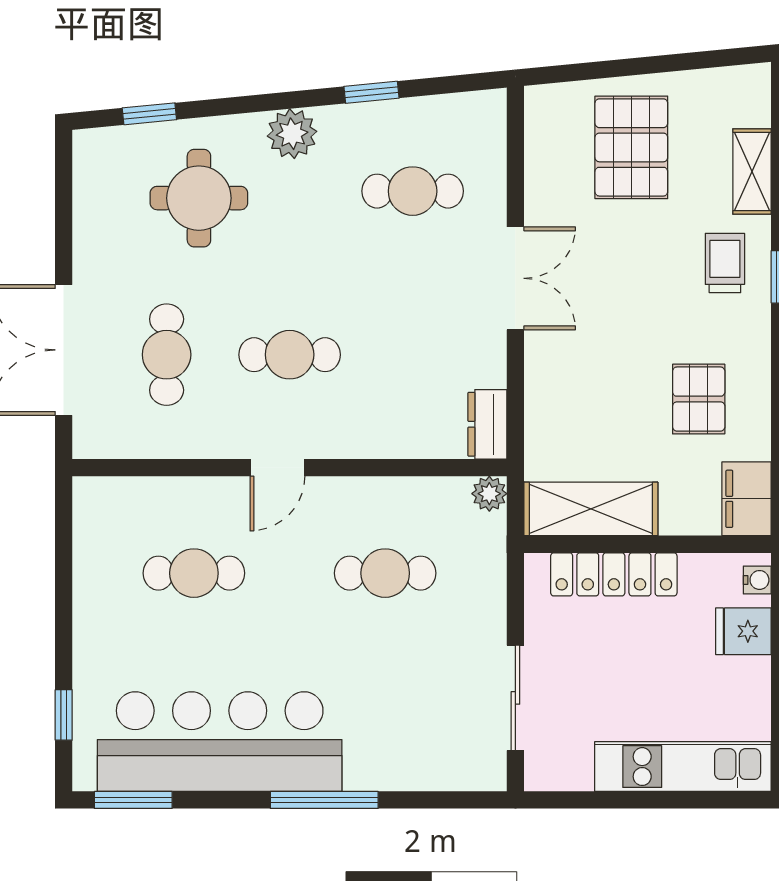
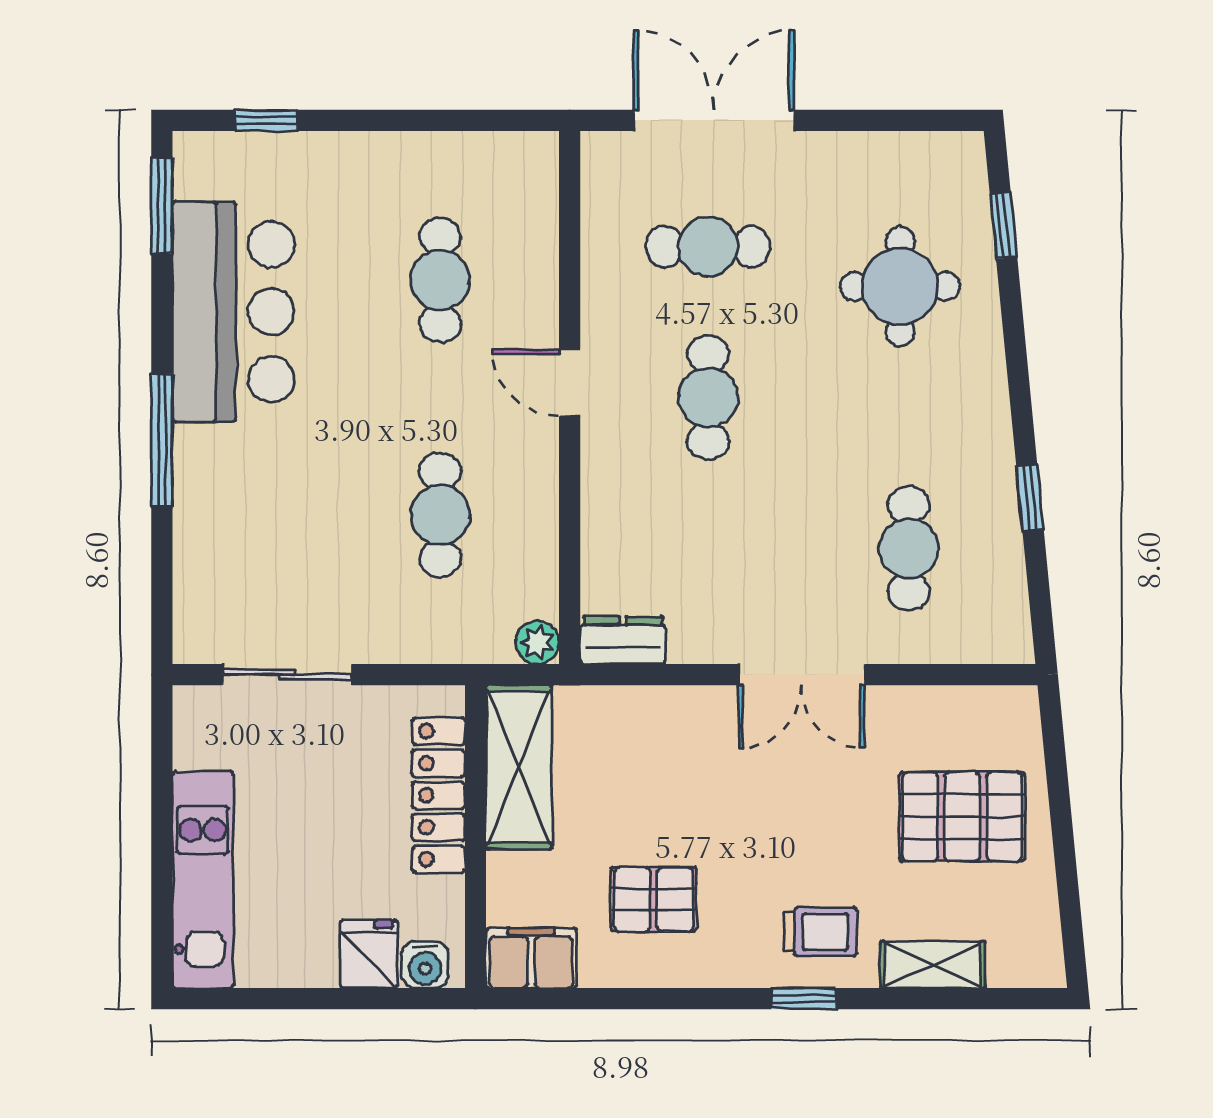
plant: (292, 134) -> (979, 401), removed
water cooler: (757, 580) -> (425, 965), width x1.38, depth x1.38
bar counter: (220, 742) -> (233, 312), width x0.73

